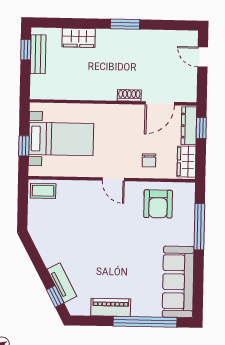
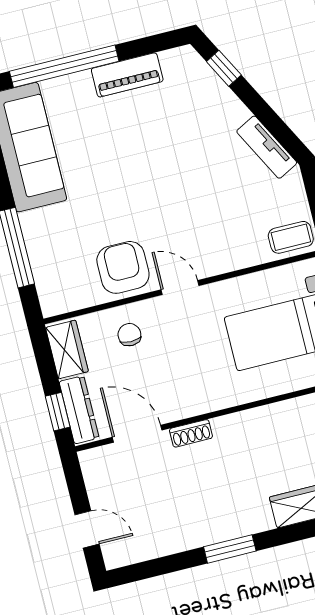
door: (160, 103) -> (137, 434), hinge flipped
armchair: (158, 204) -> (123, 267), moved
tv unit: (62, 283) -> (267, 147), moved

